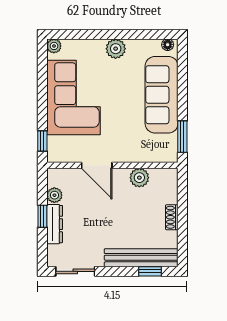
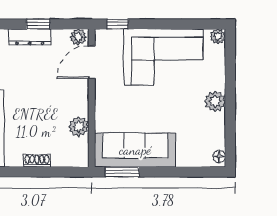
sofa: (162, 95) -> (135, 150), moved
door: (97, 165) -> (92, 62), moved
plant: (54, 195) -> (78, 37), moved

